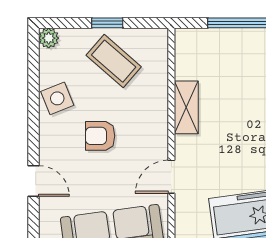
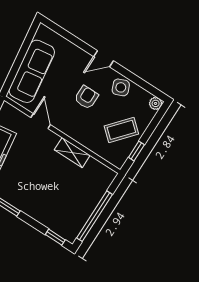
window: (107, 23) -> (136, 151), moved
door: (33, 181) -> (104, 59), moved

